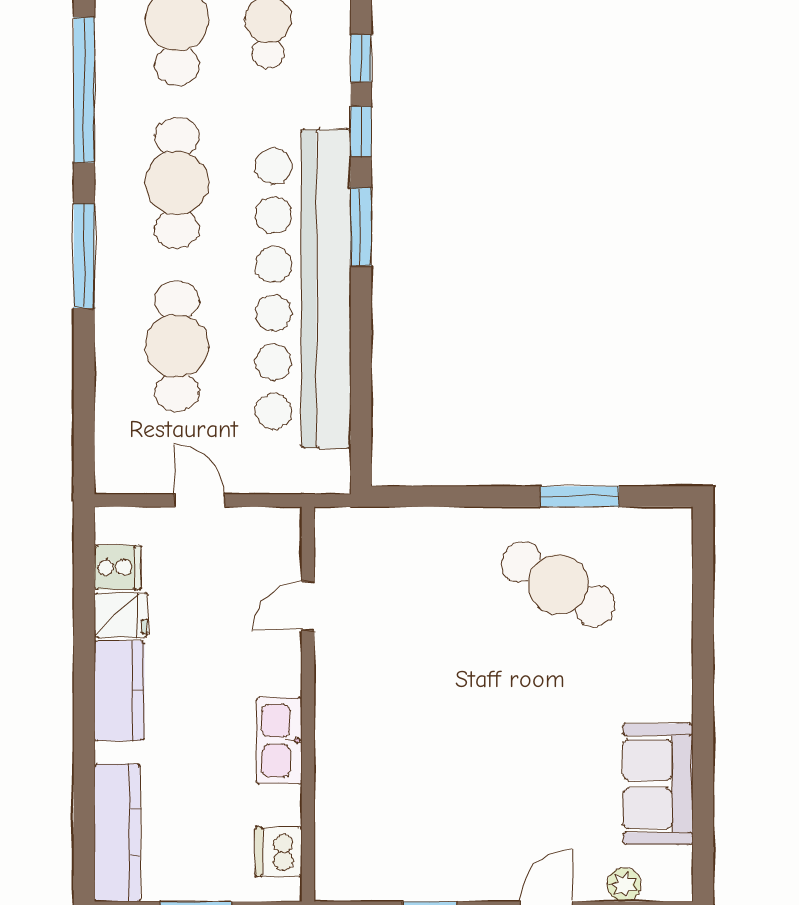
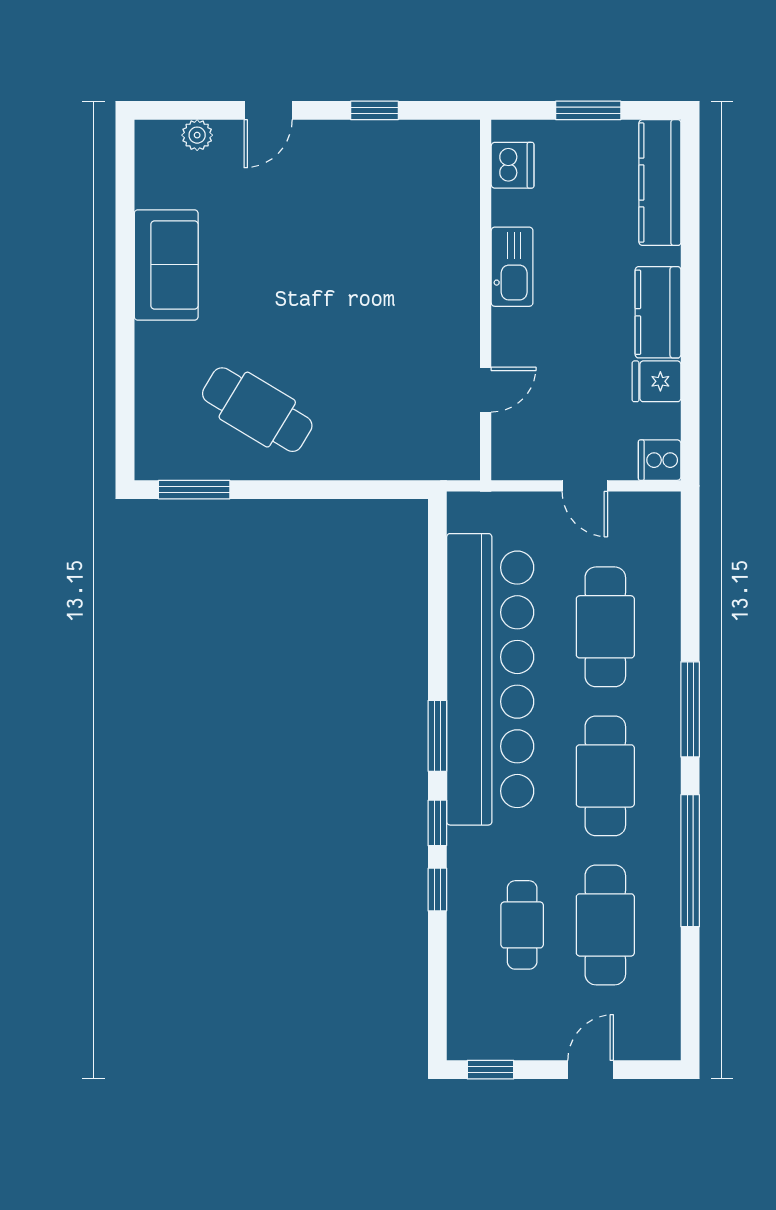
window: (580, 496) -> (194, 490), moved
cooker: (118, 567) -> (660, 460), moved
sofa: (658, 784) -> (166, 265), moved

